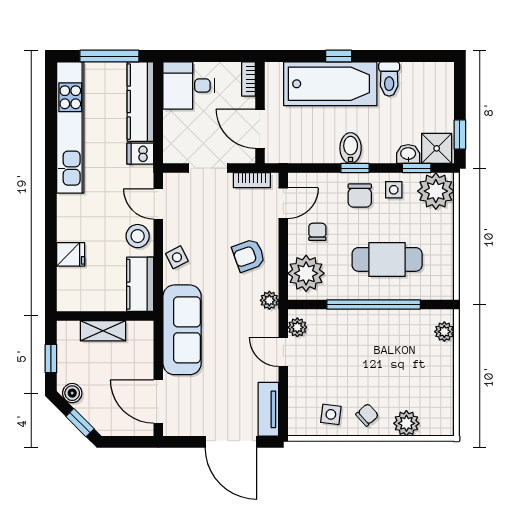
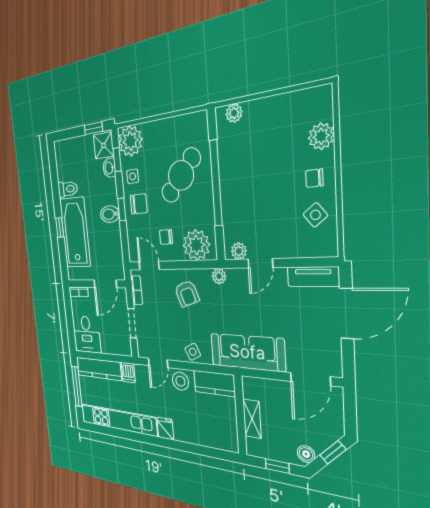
fridge: (71, 254) -> (165, 428), moved
cafe table: (387, 259) -> (181, 175), turned 42
side table: (331, 414) -> (315, 215), turned 45
chair: (367, 415) -> (314, 178), turned -48

